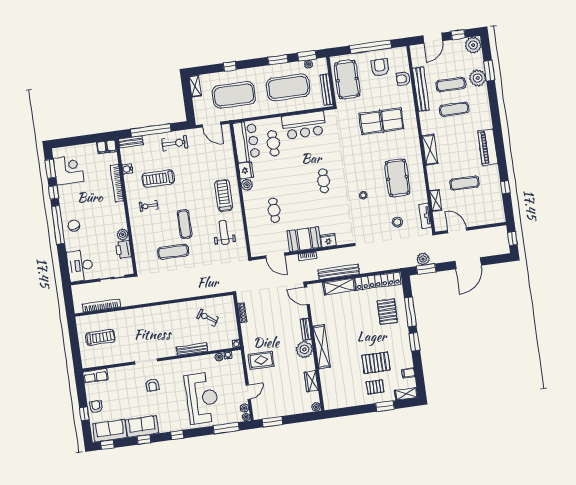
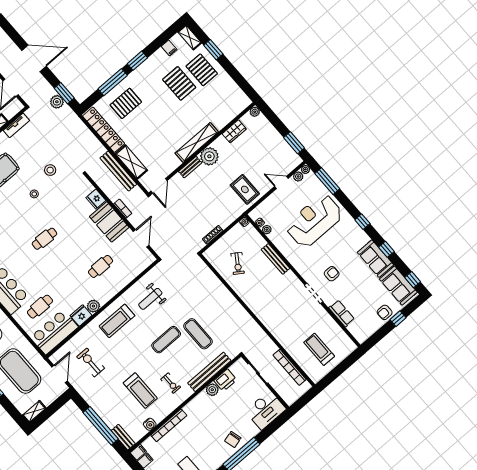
exercise bike: (175, 143) -> (91, 362), moved
stool: (397, 222) -> (50, 170), moved
bench: (138, 241) -> (209, 372), added
row of seats: (95, 376) -> (342, 313), moved
pallet: (375, 387) -> (202, 70), width x1.50, depth x1.42

